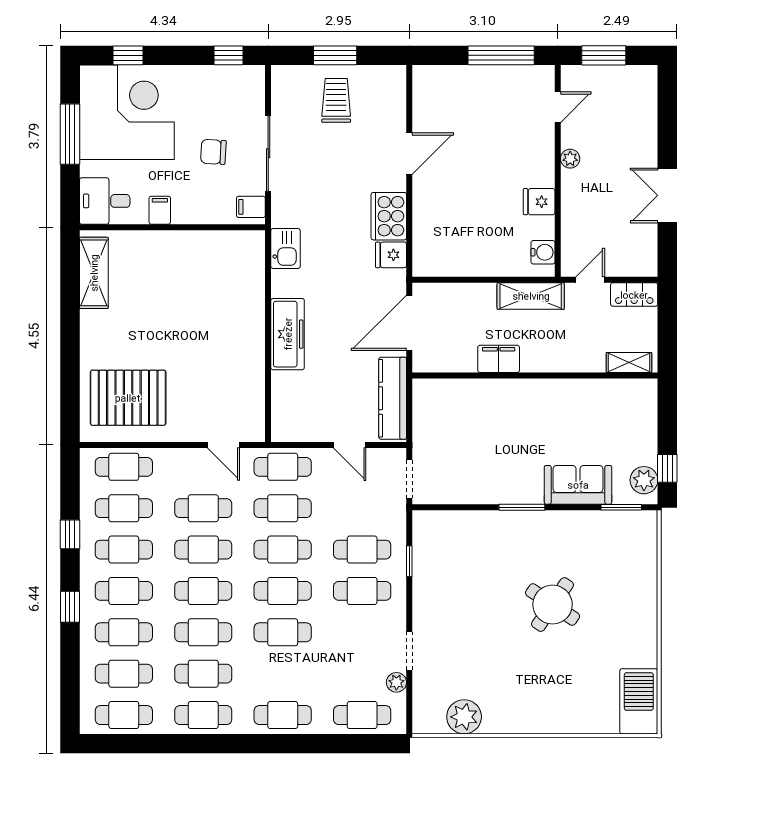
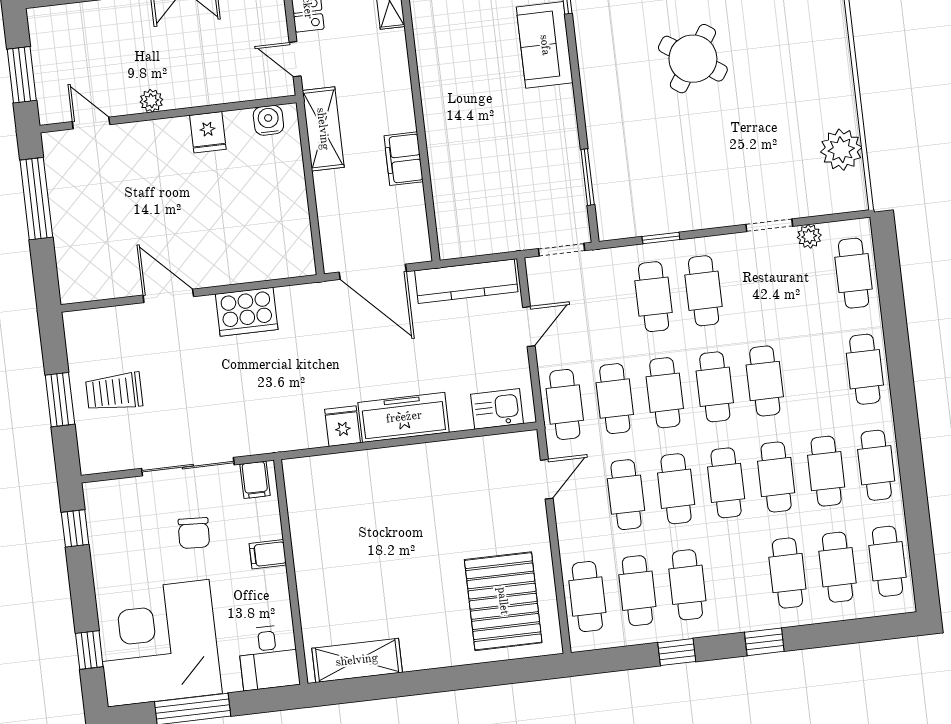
filing cabinet: (160, 210) -> (268, 554), moved
kitchen sink: (286, 248) -> (497, 409), moved
fridge: (391, 255) -> (343, 426), moved, turned 180
window: (522, 507) -> (588, 177), moved
cafe table: (124, 591) -> (737, 579), removed

